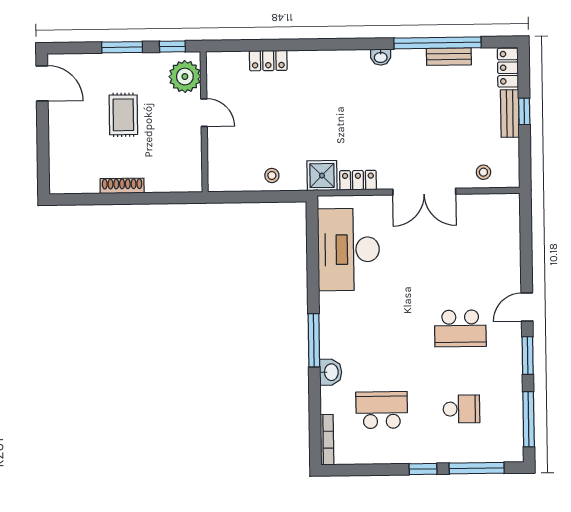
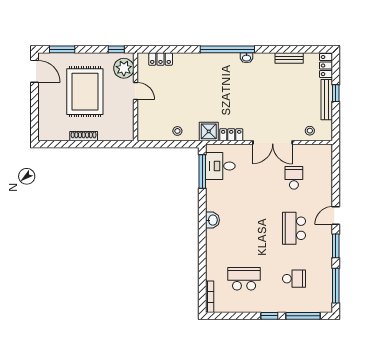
window: (438, 43) -> (227, 49), moved
window: (122, 47) -> (62, 49), moved
locker: (268, 61) -> (161, 59), moved
bench: (510, 114) -> (327, 100), width x1.36
rug: (123, 115) -> (85, 92), width x1.86, depth x2.06
school desk: (459, 248) -> (294, 178), added
desk: (349, 250) -> (220, 166), width x0.53, depth x0.77
school desk: (460, 328) -> (294, 228), turned 90
window: (314, 340) -> (202, 172), moved
washbasin: (331, 372) -> (212, 220), moved

